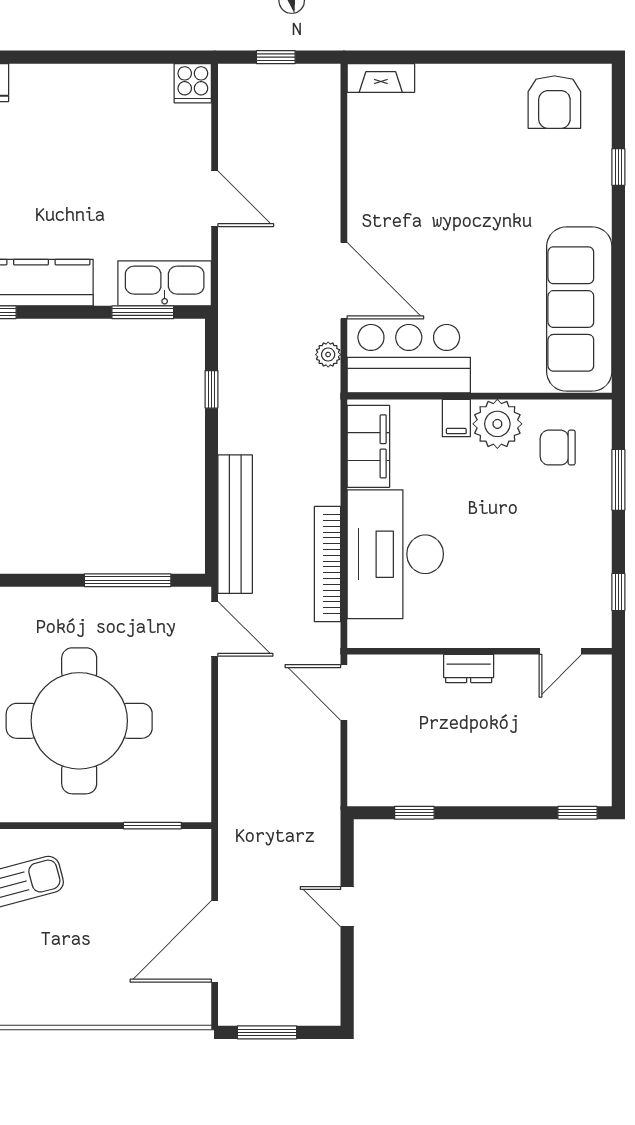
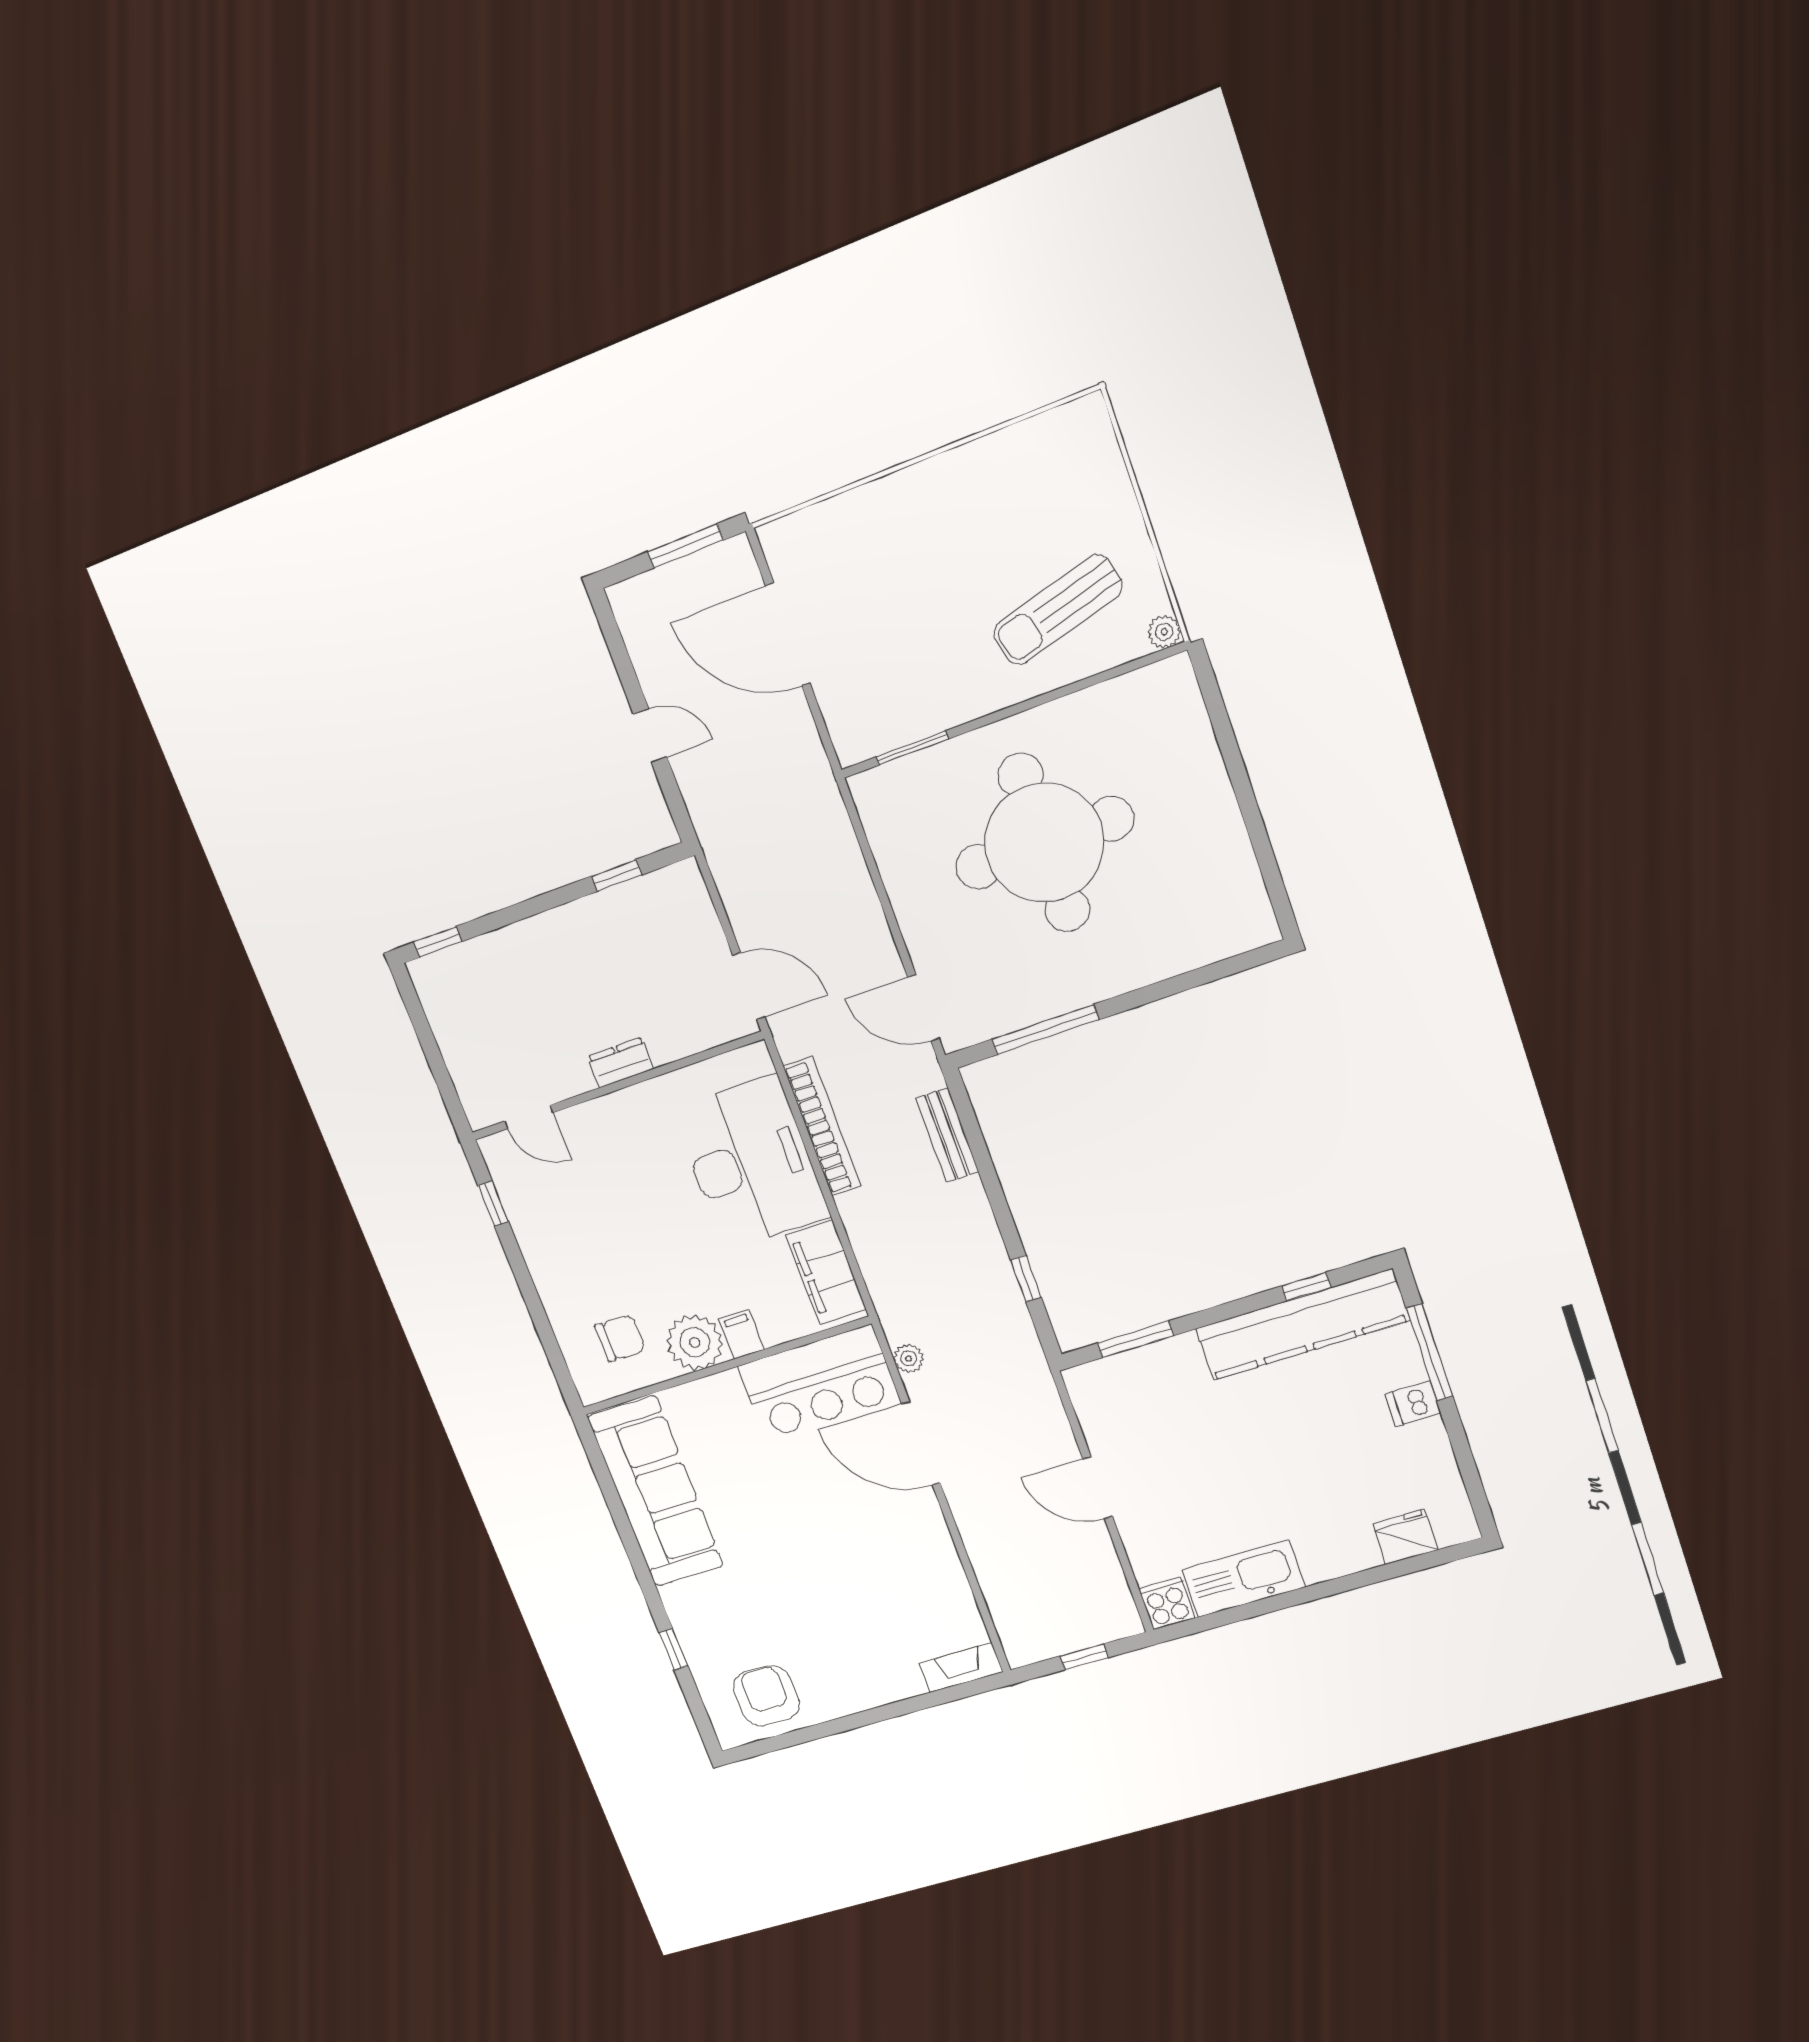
kitchen sink: (165, 283) -> (1243, 1578), moved, turned 180
window: (618, 480) -> (542, 1324), removed
bench: (235, 524) -> (947, 1135), width x0.54, depth x0.82
door: (560, 651) -> (529, 1117), swing flipped
door: (215, 941) -> (788, 634), swing flipped

